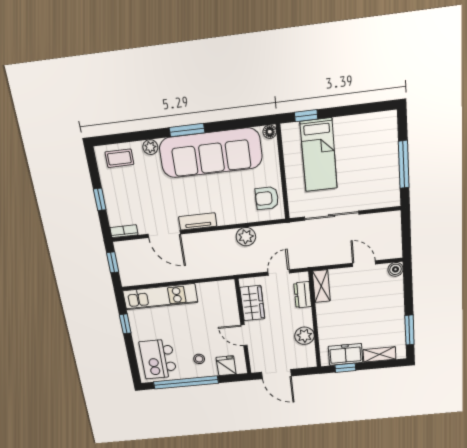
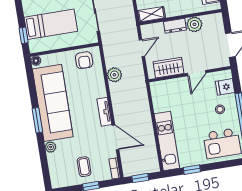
coffee table: (119, 158) -> (84, 167), moved
door: (164, 234) -> (115, 137), hinge flipped
door: (279, 273) -> (142, 48), swing flipped
dresser: (303, 295) -> (175, 26), moved

